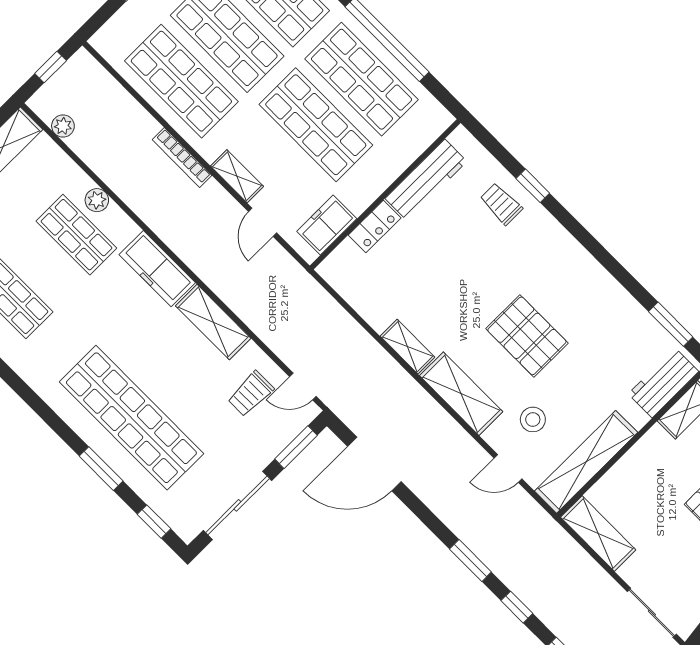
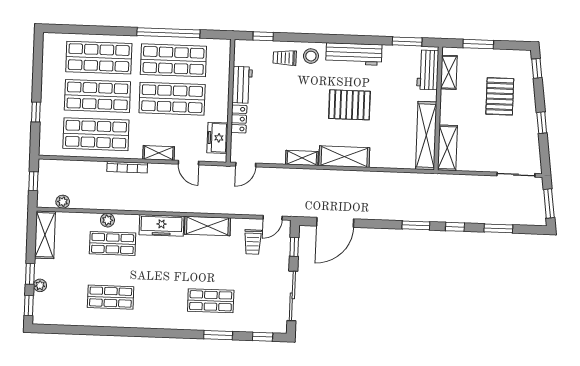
workbench: (426, 180) -> (242, 85), width x0.73
window: (533, 186) -> (263, 36), moved
workbench: (591, 278) -> (354, 54), added
shop shelf: (131, 418) -> (211, 301), width x0.50, depth x0.74
stool: (533, 419) -> (311, 56), moved
window: (296, 447) -> (294, 247), width x0.67
door: (508, 469) -> (246, 165), moved
shelving: (598, 534) -> (447, 148), moved, turned 90

